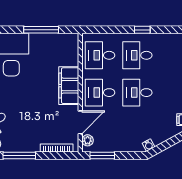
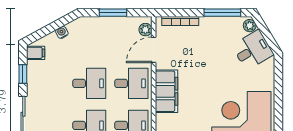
water cooler: (148, 145) -> (62, 32), moved
window: (102, 155) -> (113, 13), moved

